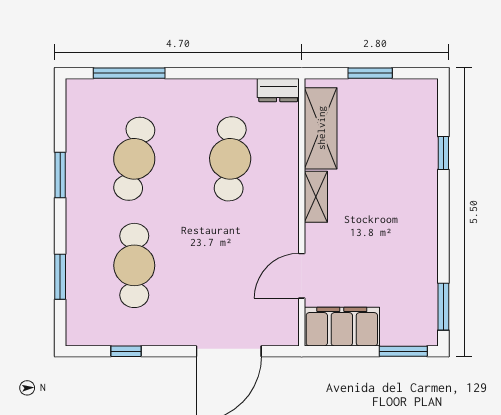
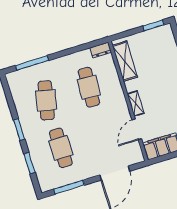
window: (370, 73) -> (154, 25), moved
window: (60, 175) -> (19, 130), moved
shelving: (316, 197) -> (136, 103), moved
window: (126, 351) -> (69, 187), width x2.17

